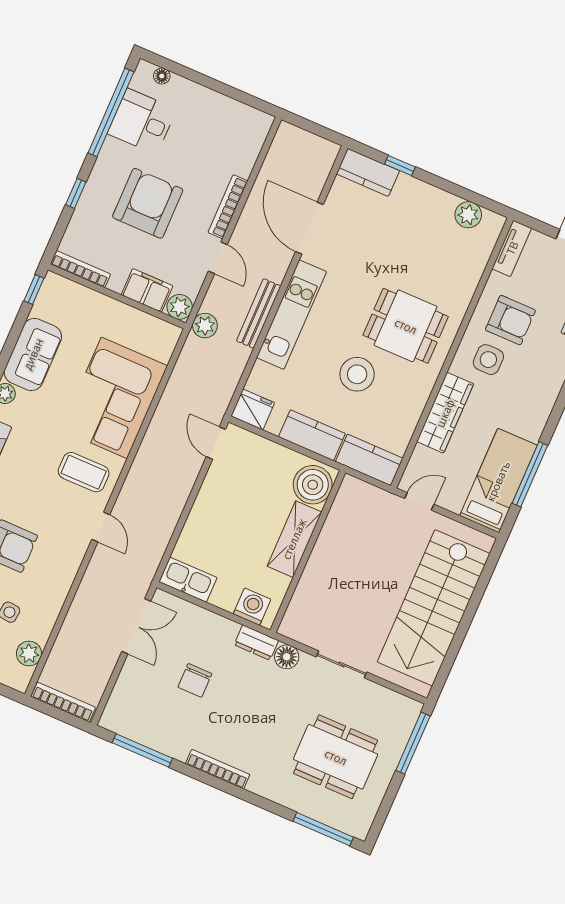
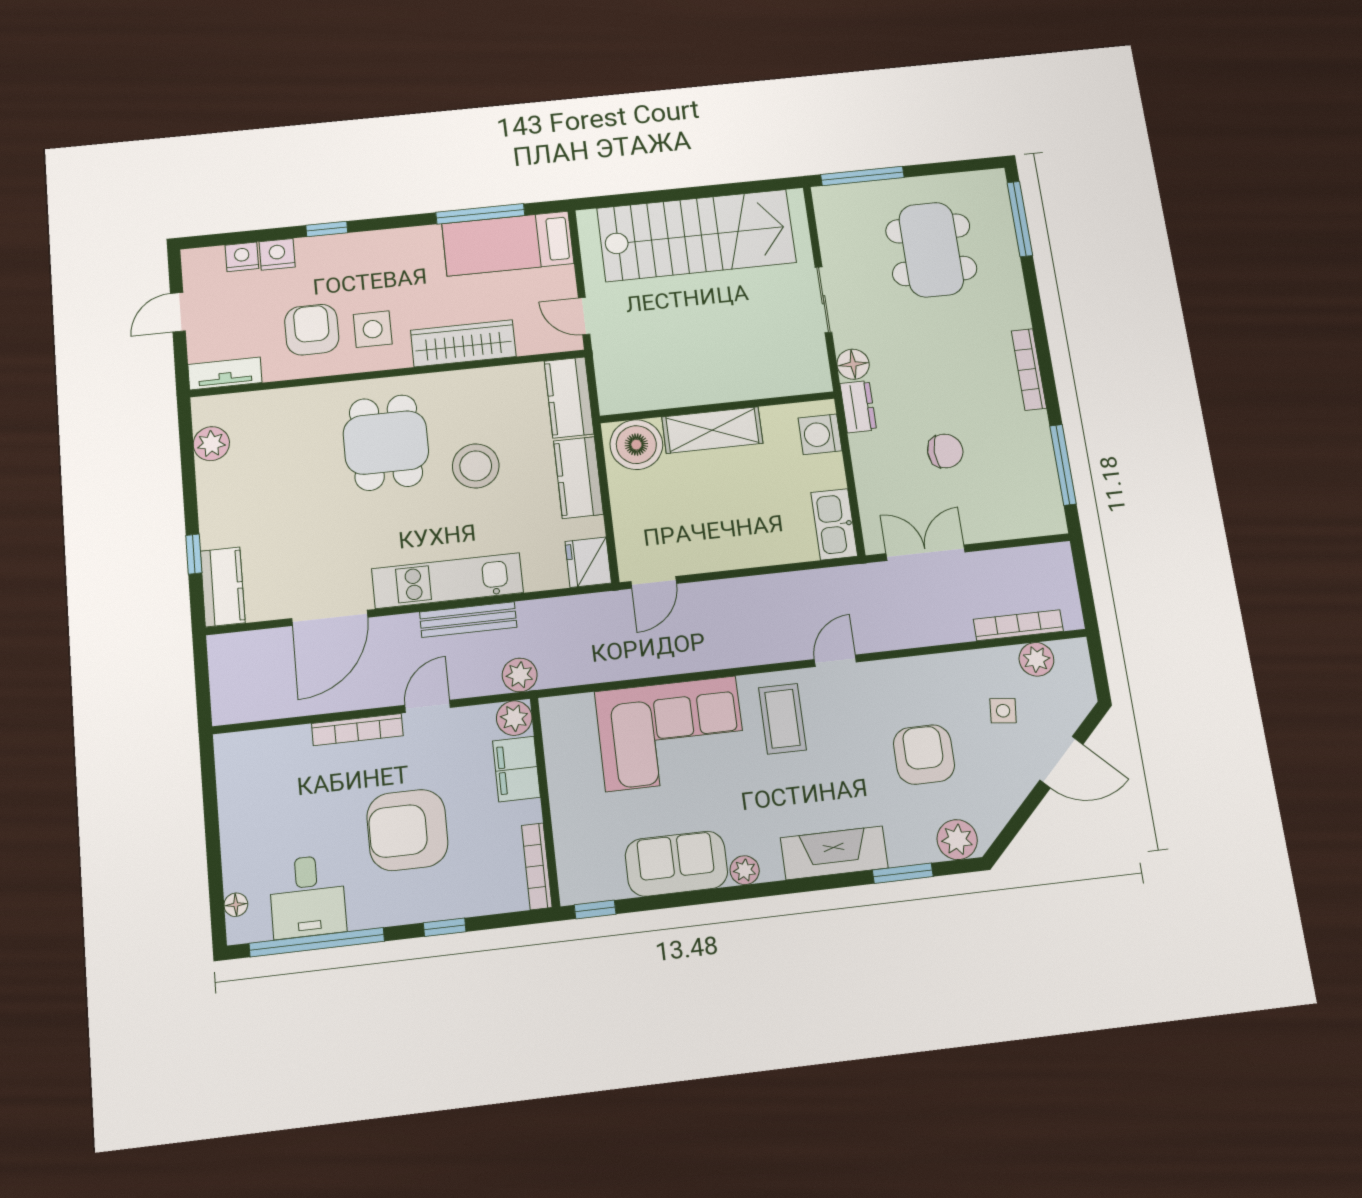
bookcase: (63, 702) -> (1018, 625), moved, turned 90

